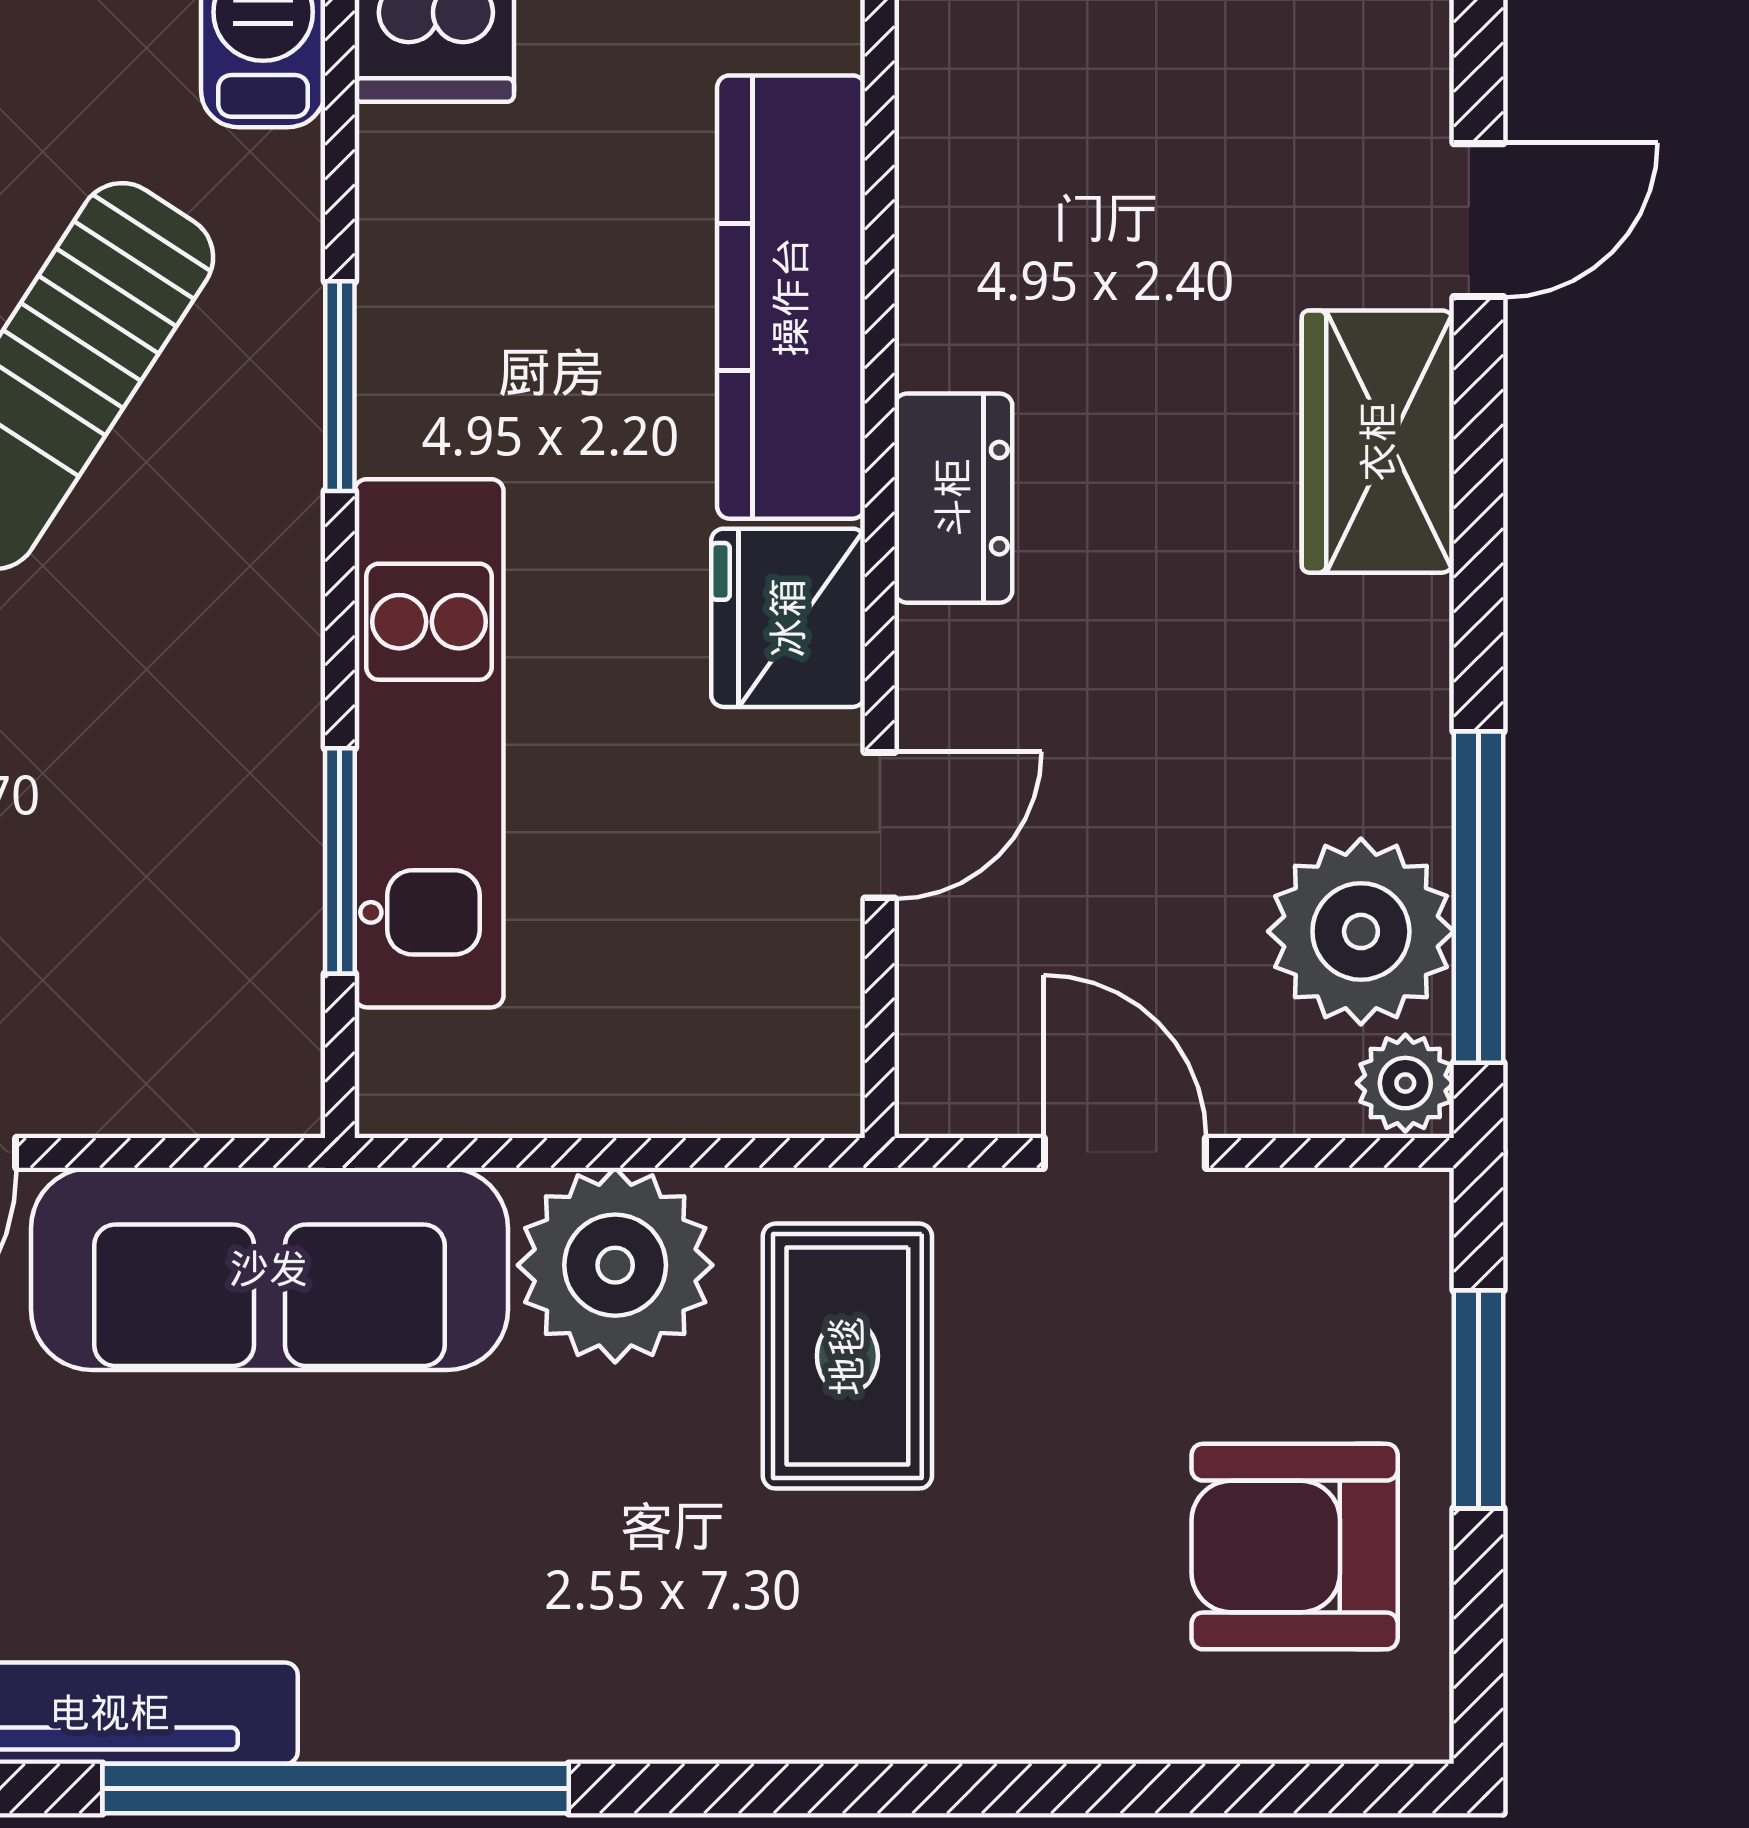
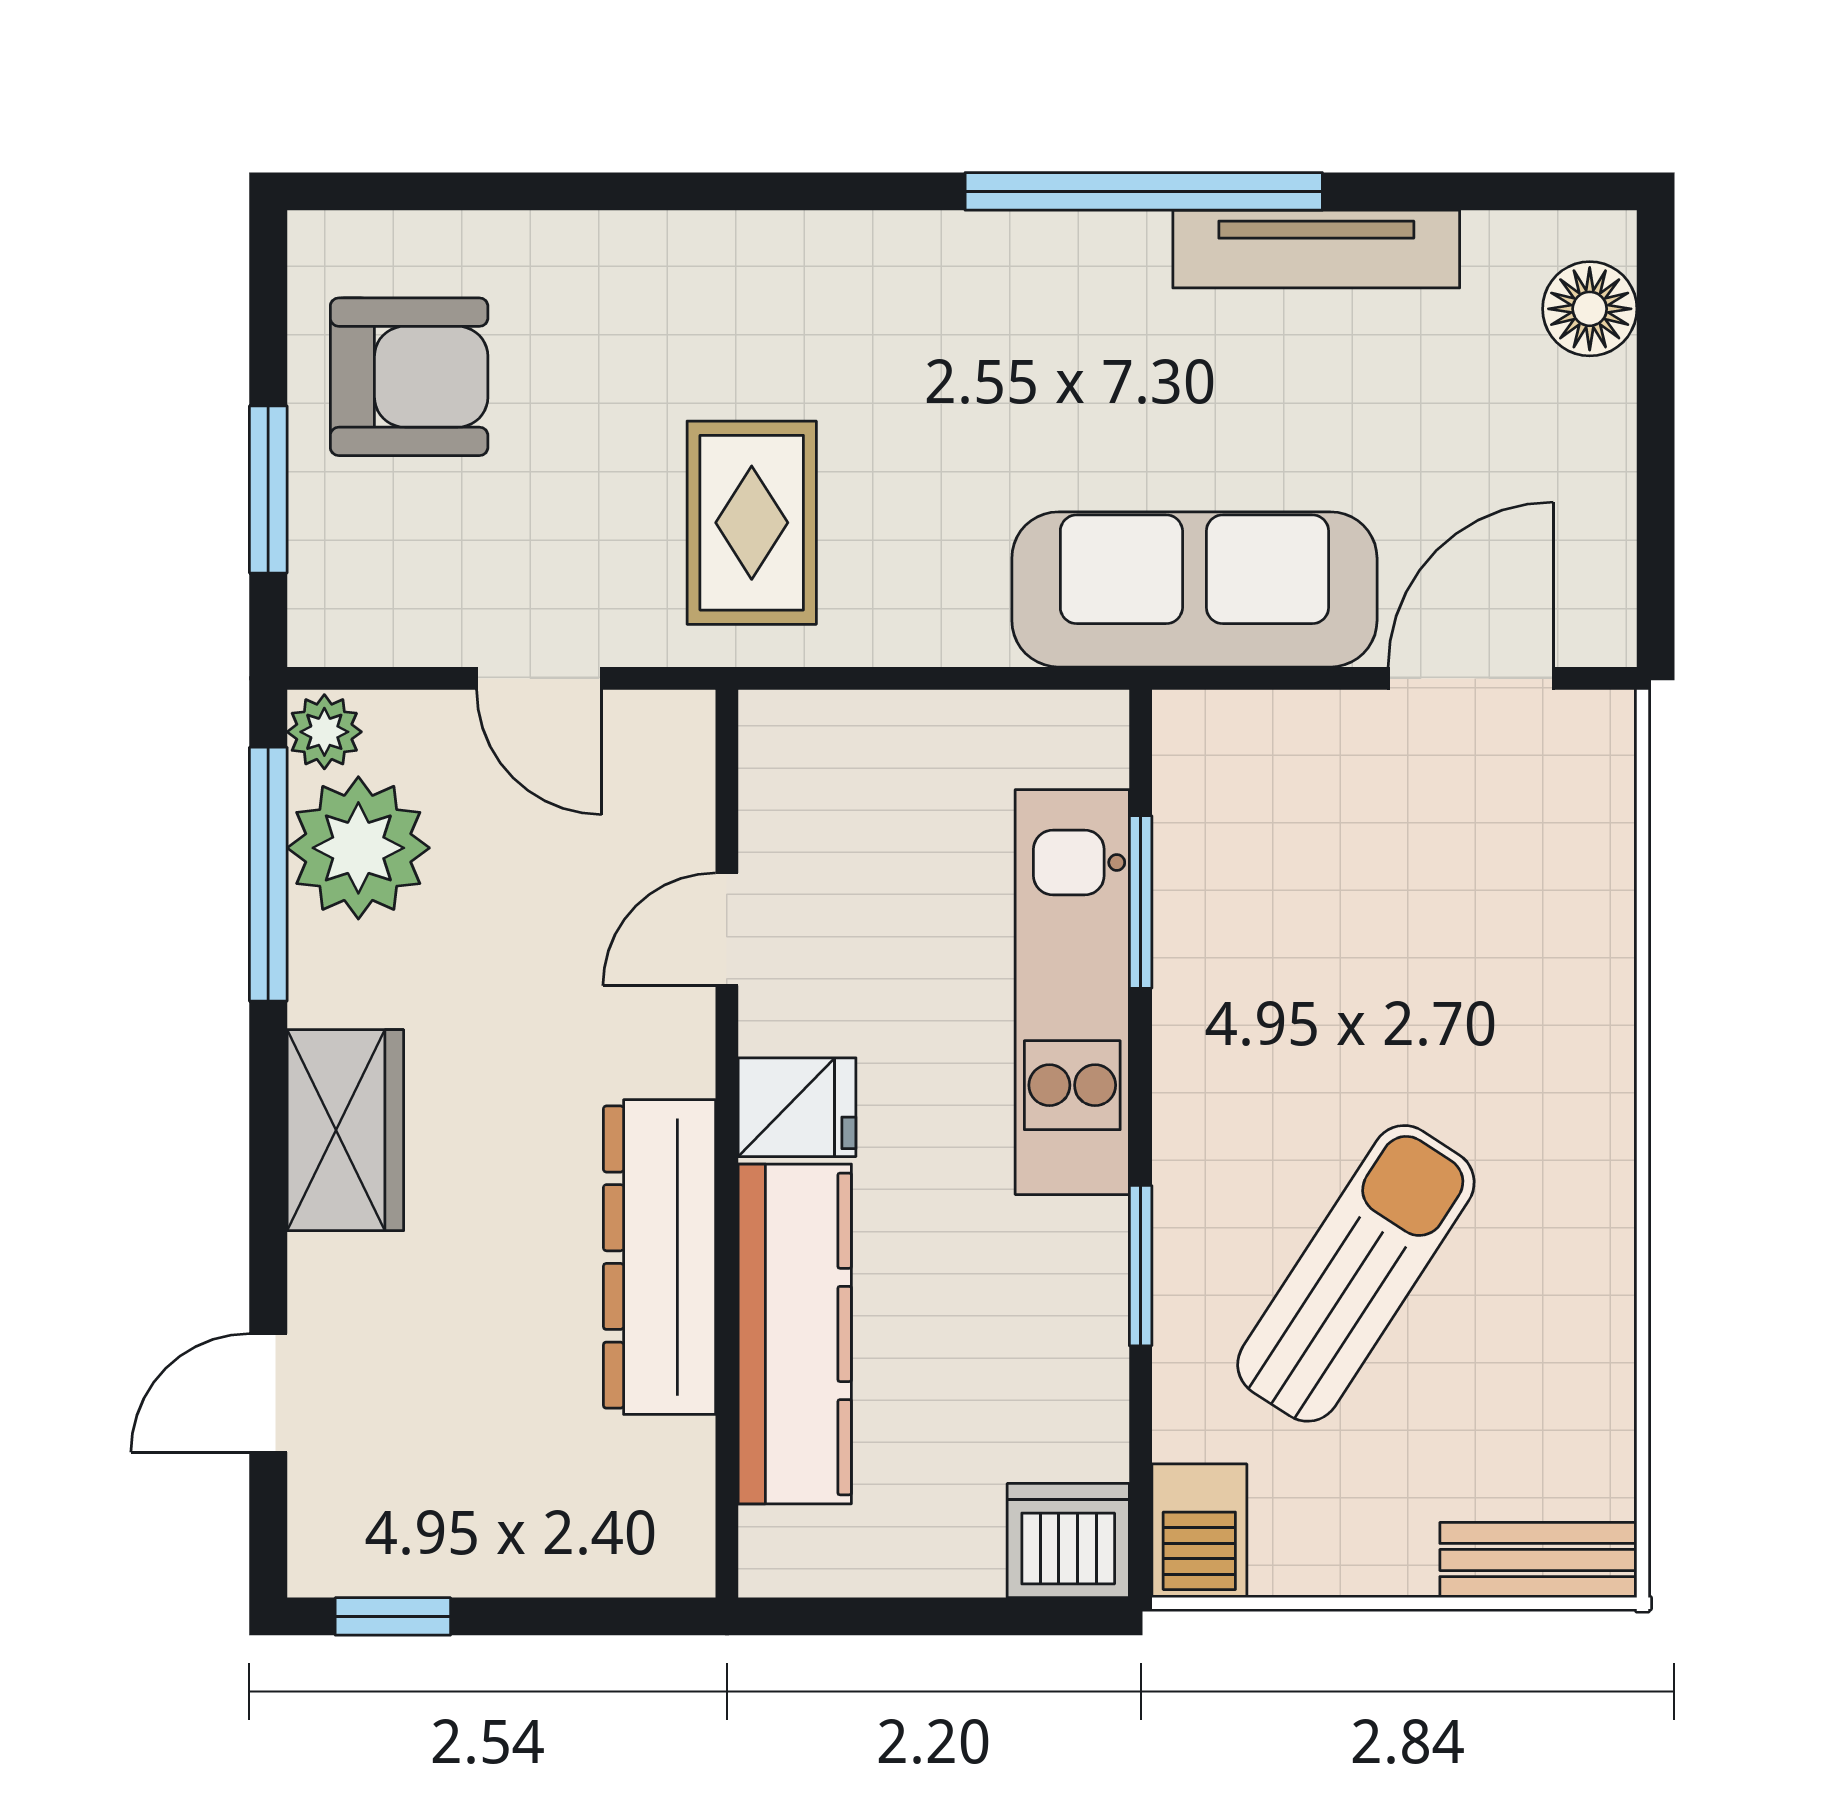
wardrobe: (1378, 442) -> (345, 1130), moved
dresser: (953, 498) -> (660, 1257), width x1.96, depth x1.24
fridge: (788, 618) -> (797, 1107), width x0.72
plant: (615, 1265) -> (930, 592), removed

